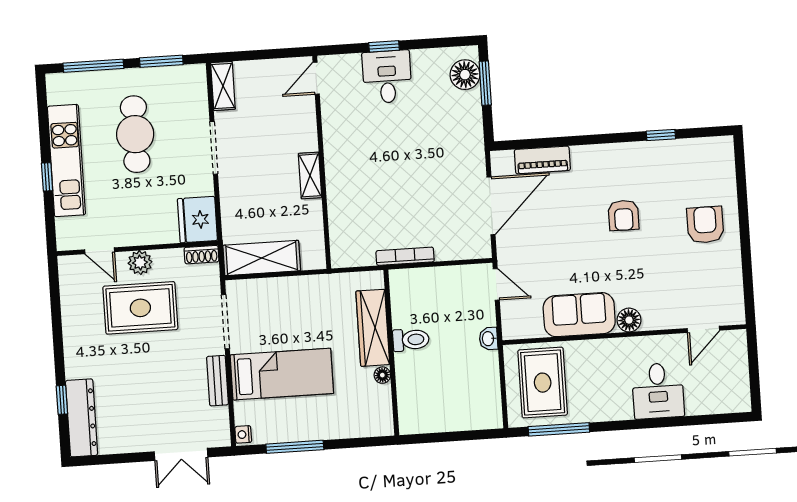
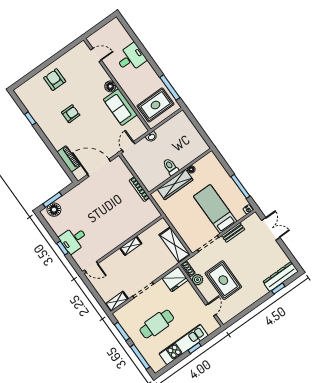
armchair: (705, 225) -> (55, 80), turned 90
plant: (140, 263) -> (198, 280), moved

